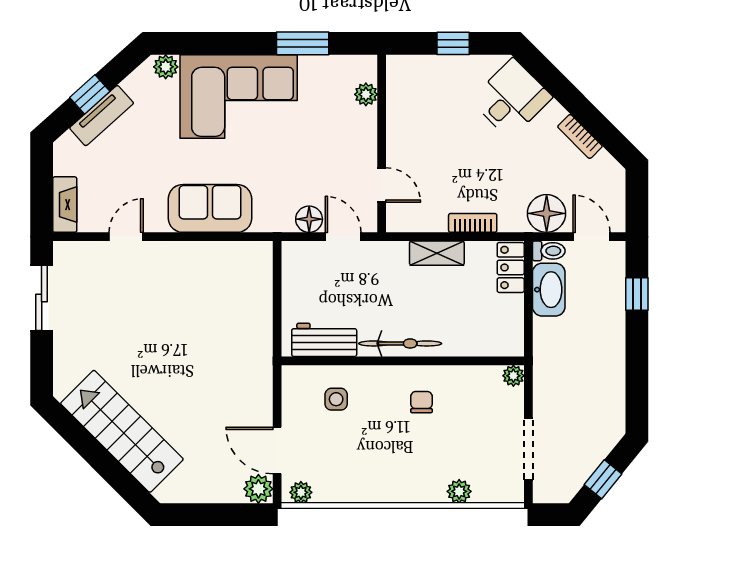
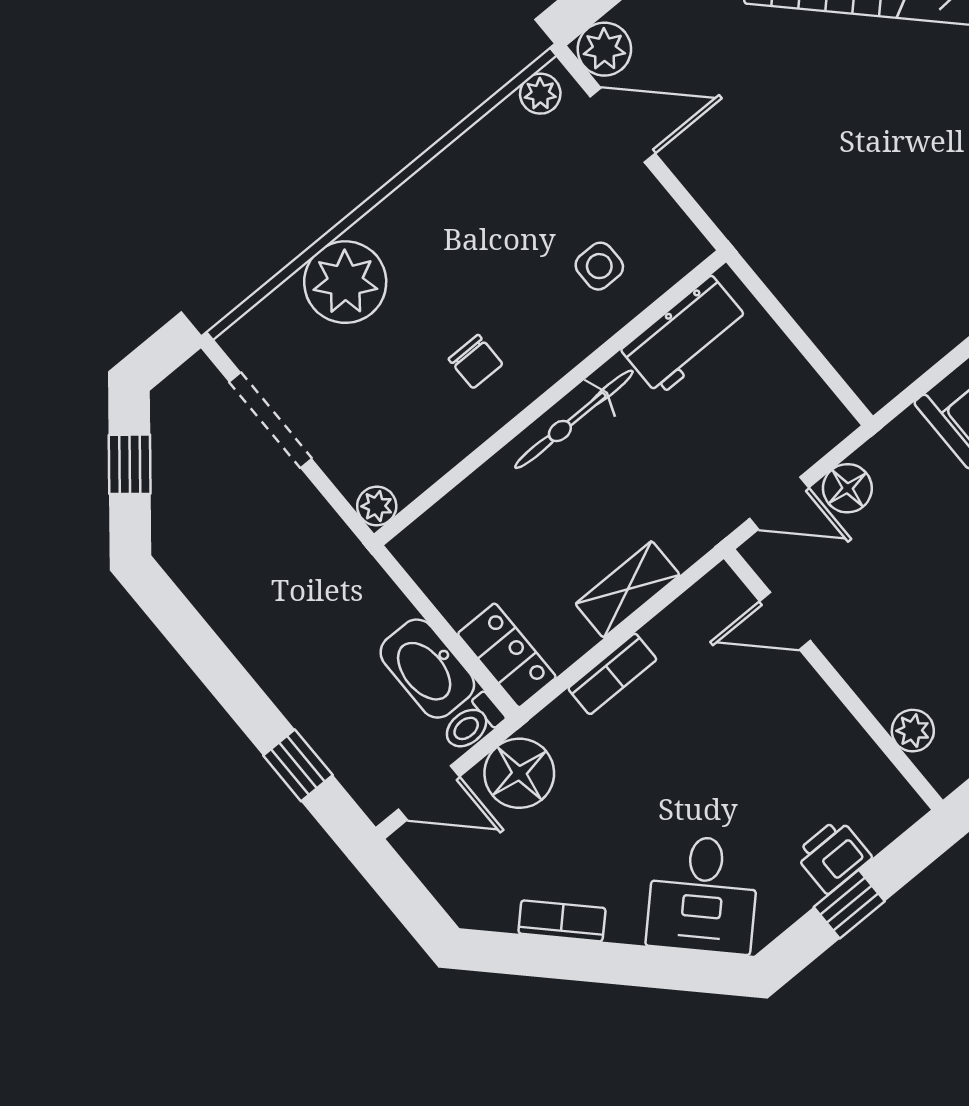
printer: (443, 69) -> (833, 856), added
plant: (459, 491) -> (345, 282), width x1.87, depth x1.87

